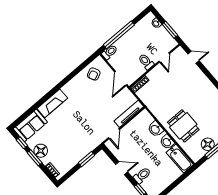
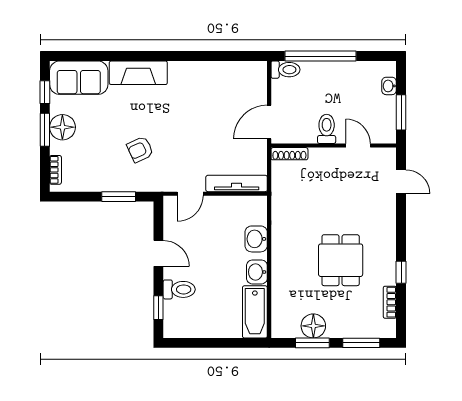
door: (164, 58) -> (358, 146), swing flipped
armchair: (94, 74) -> (140, 149), moved
dining table: (183, 126) -> (341, 260), moved

